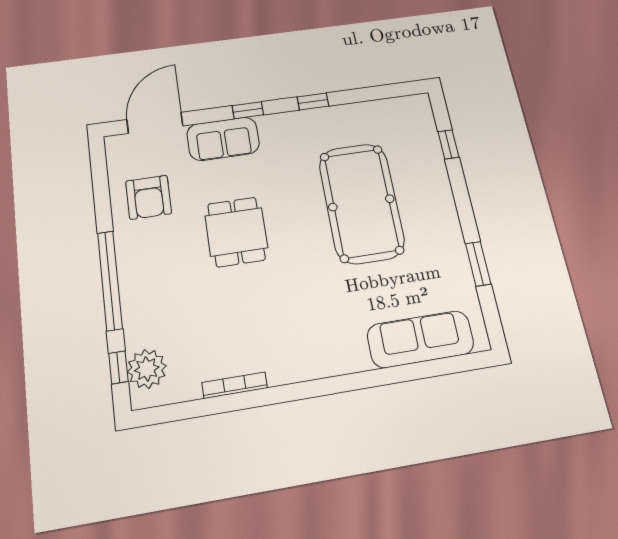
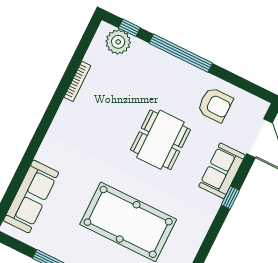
window: (313, 101) -> (209, 240), removed
armchair: (149, 197) -> (215, 105), turned 180
dining table: (236, 232) -> (160, 140), width x1.38

